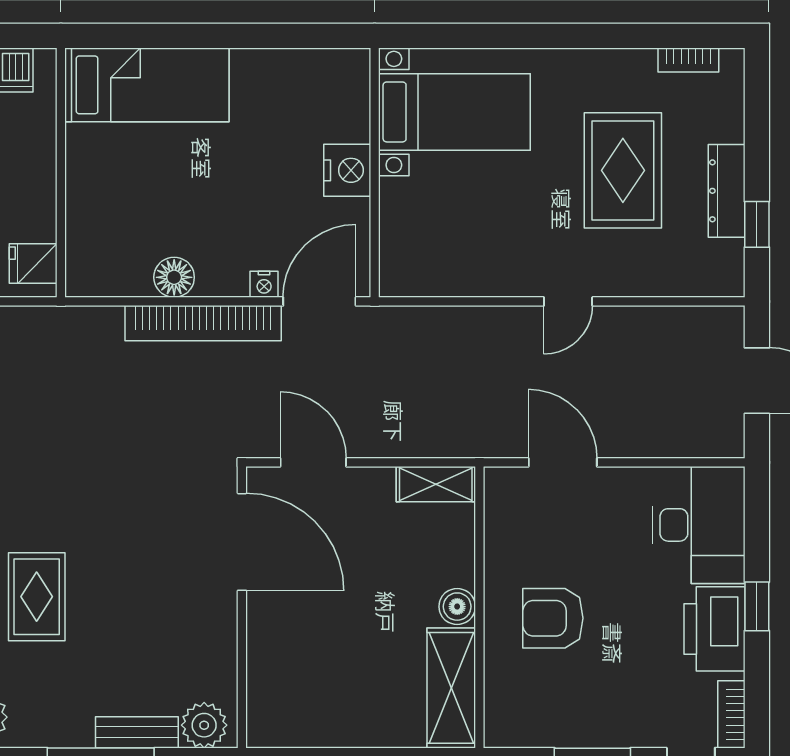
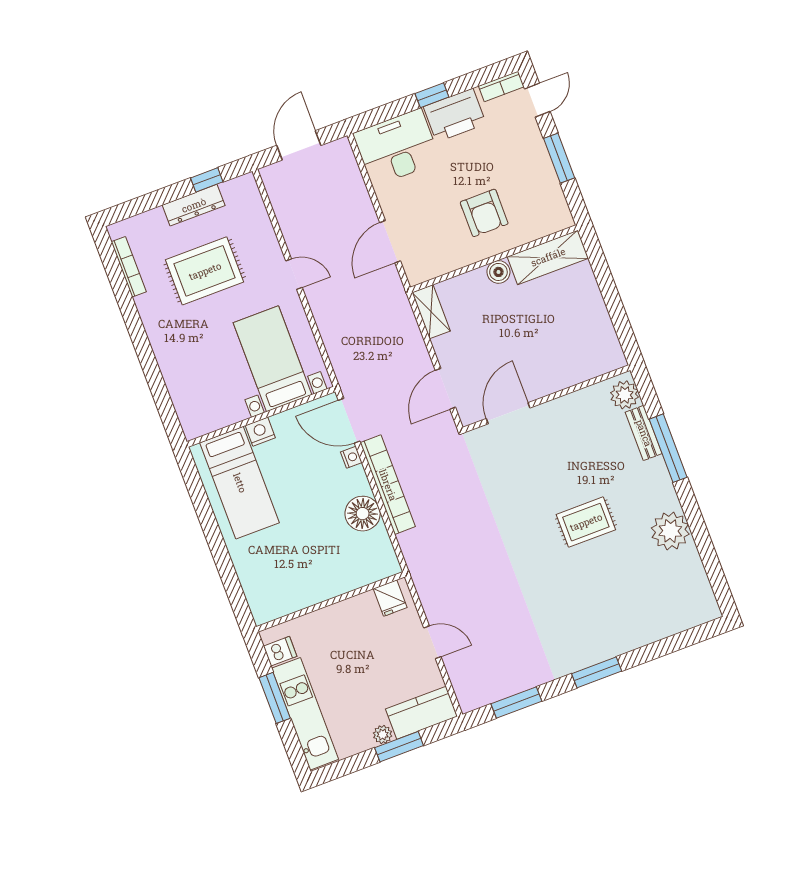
bookcase: (688, 60) -> (129, 267), width x1.56
bed: (147, 85) -> (240, 483), moved, turned 180
bed with nightstands: (454, 112) -> (273, 359), moved
nightstand: (347, 170) -> (260, 432), width x0.74, depth x0.75
floor lamp: (174, 277) -> (363, 514), width x1.38, depth x1.38
door: (242, 542) -> (508, 413), width x0.73

